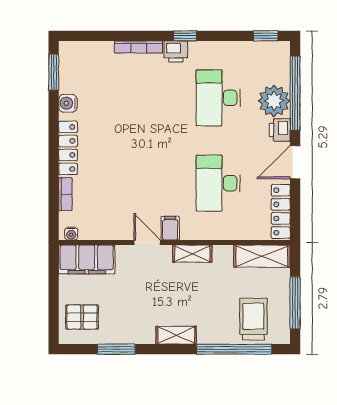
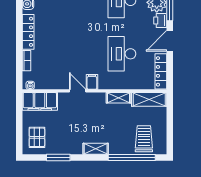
shelving: (192, 254) -> (119, 98), moved
window: (295, 303) -> (170, 128), removed
pallet: (82, 317) -> (37, 137), turned 90

